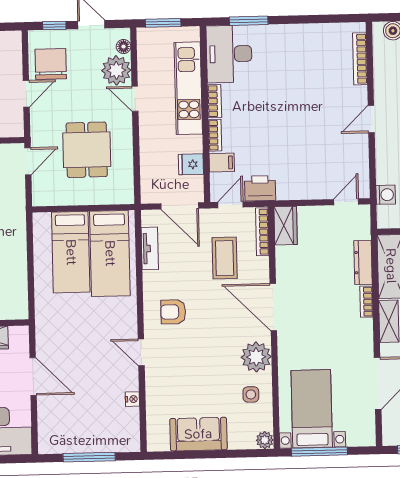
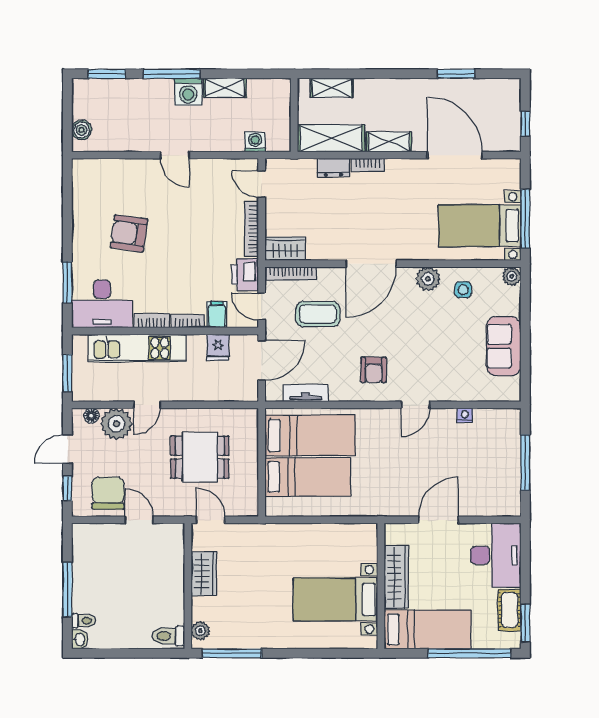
bookcase: (360, 59) -> (251, 229), moved, turned 90
chair: (51, 64) -> (108, 493), turned 90
armchair: (296, 78) -> (129, 233), added
dresser: (363, 262) -> (333, 168), width x0.70
plant: (256, 357) -> (428, 279), width x0.73, depth x0.73

